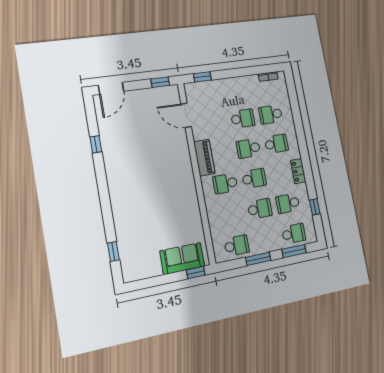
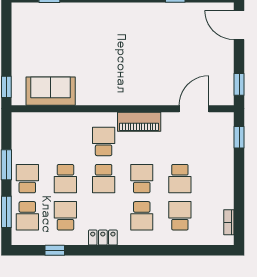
school desk: (237, 246) -> (27, 179), moved, turned 180
sofa: (182, 258) -> (51, 91), moved, turned -90

